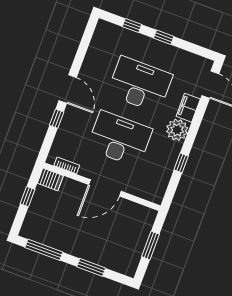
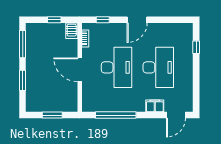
window: (164, 37) -> (196, 72), removed
window: (57, 119) -> (103, 20), moved
plant: (177, 130) -> (137, 104), removed
window: (181, 163) -> (116, 115), width x3.17

